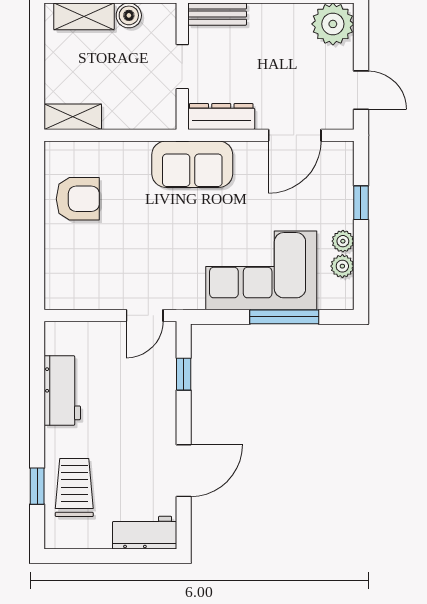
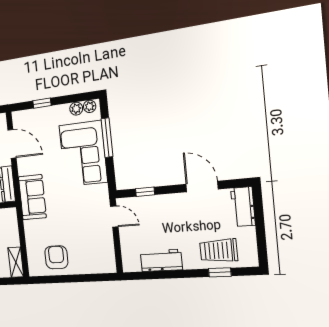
plant: (343, 241) -> (90, 106), moved

